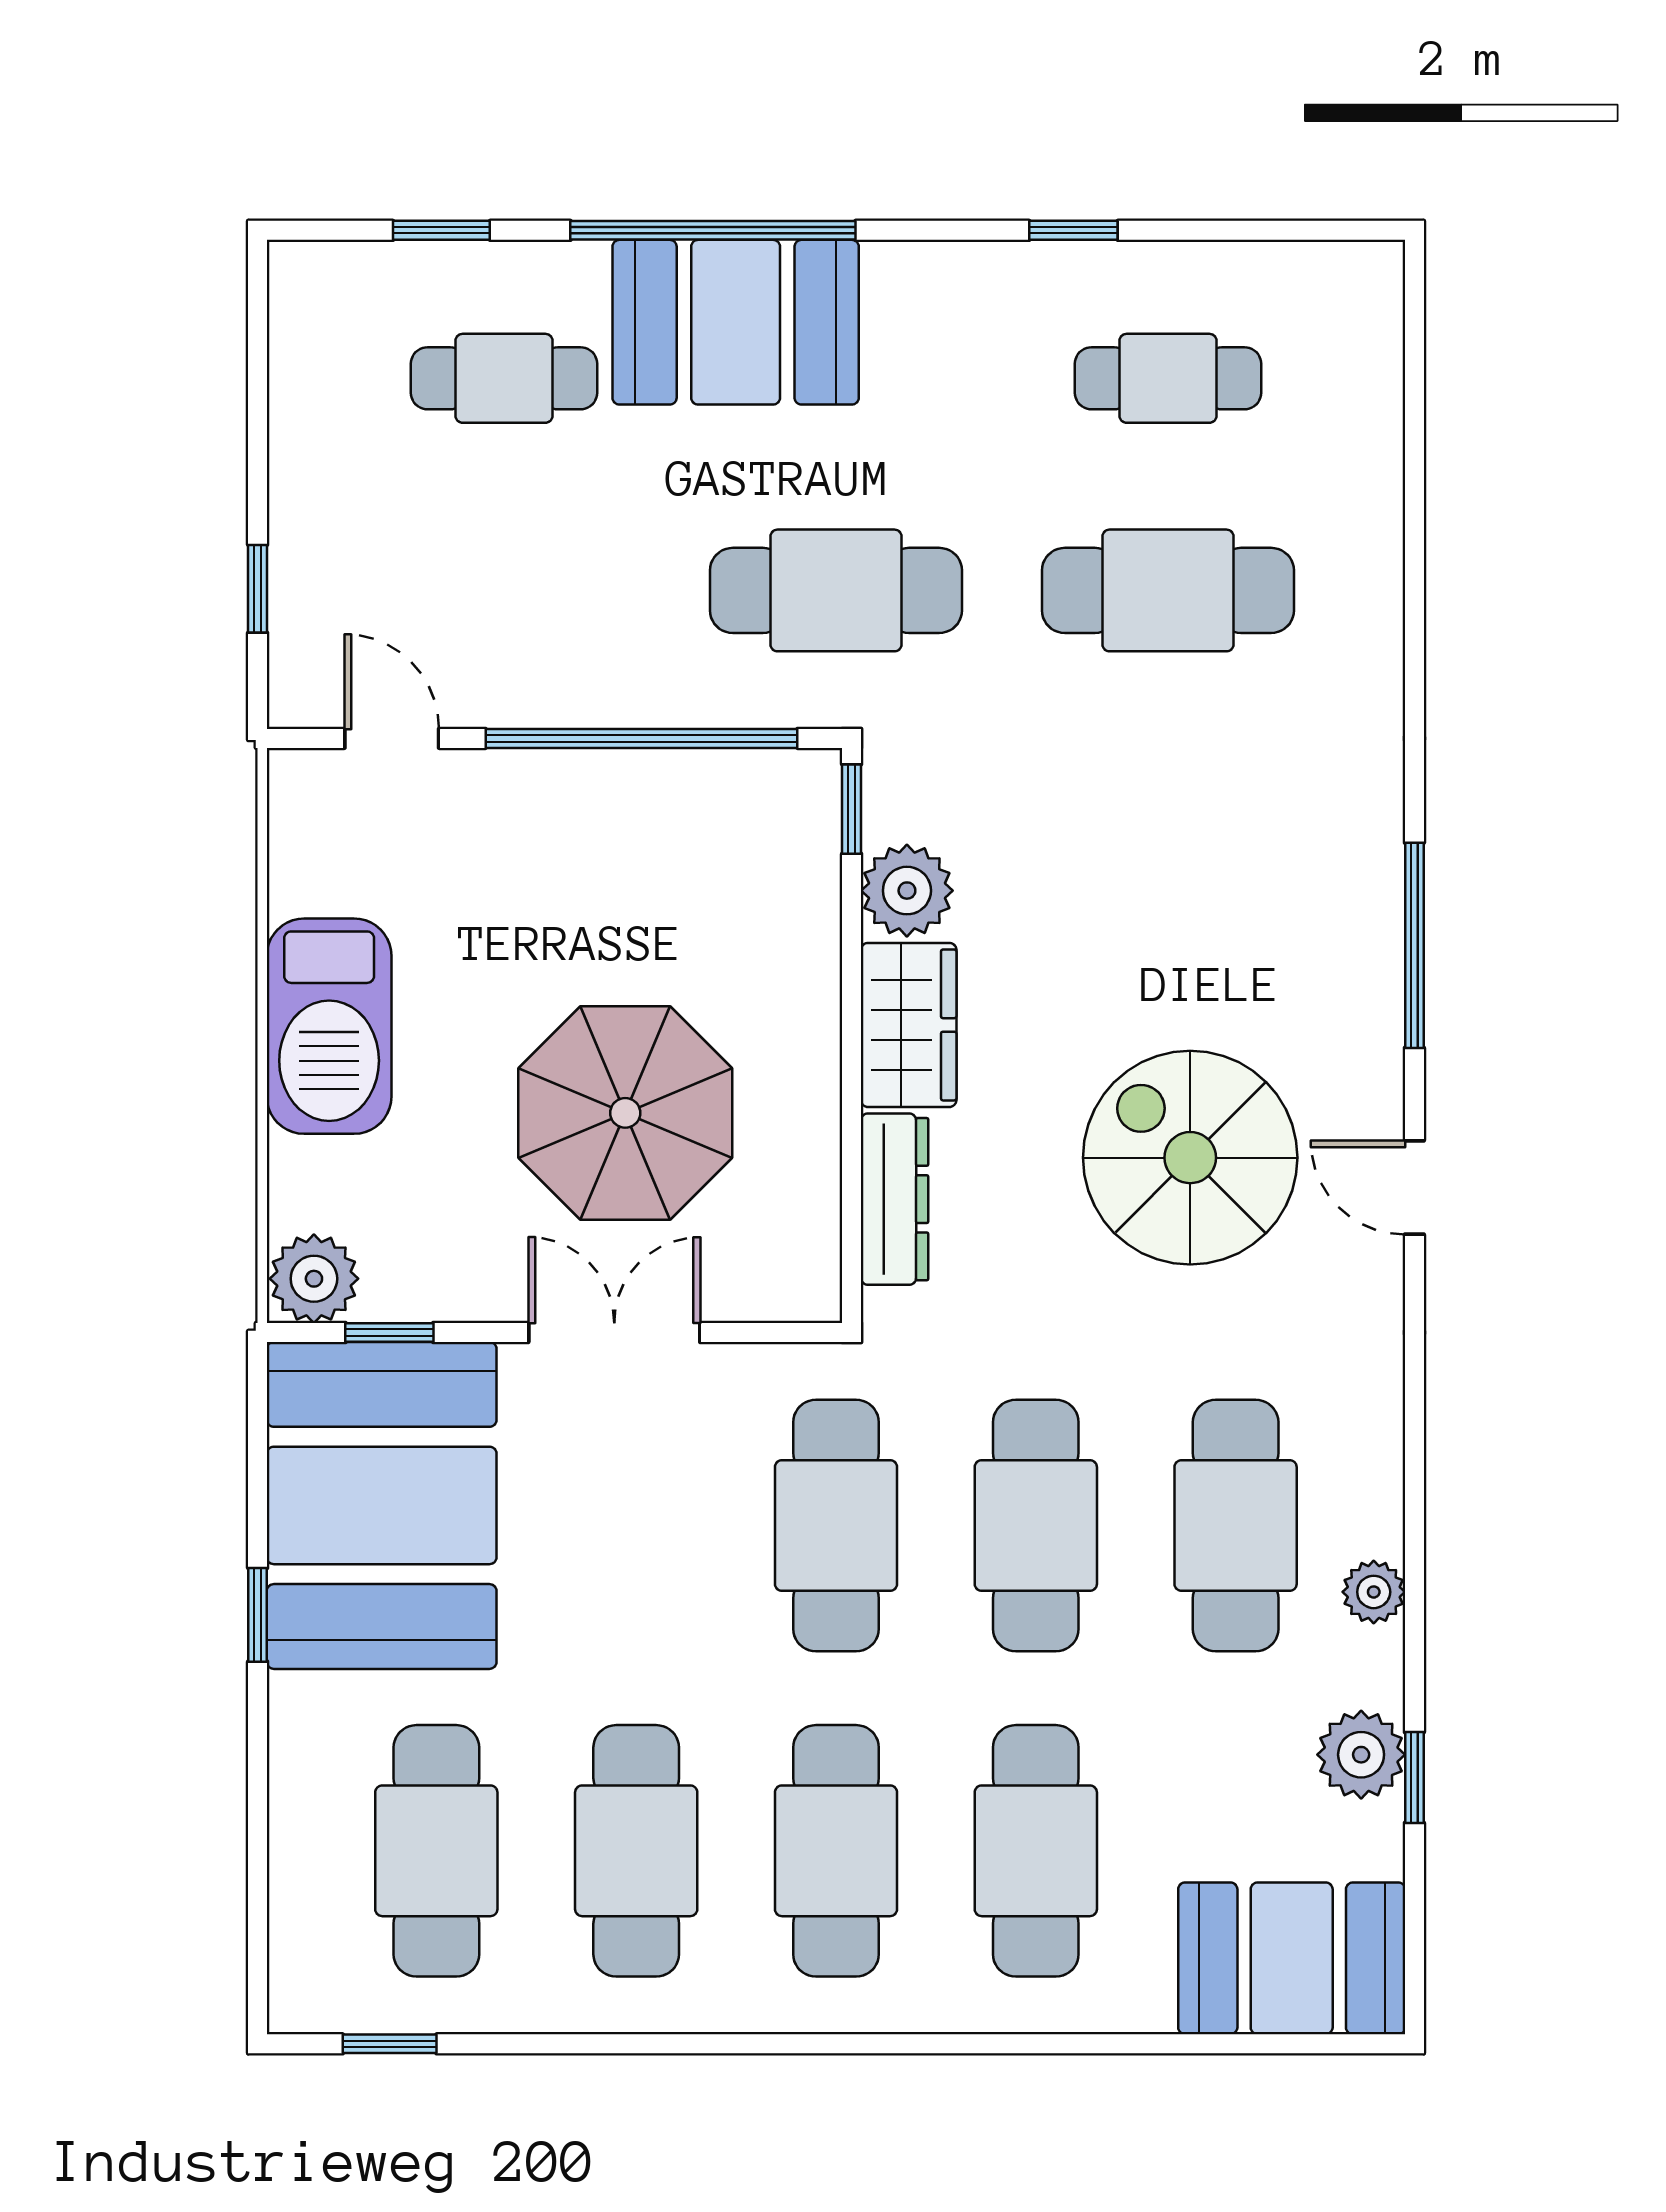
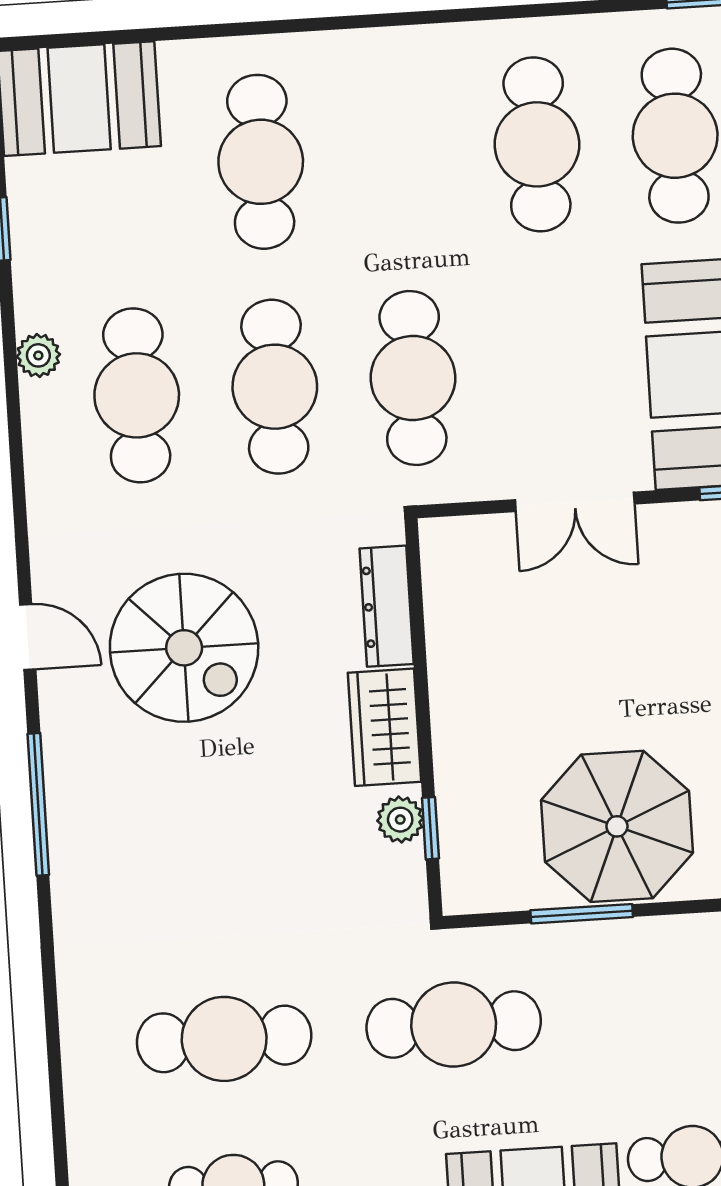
window: (642, 738) -> (582, 914), width x0.47
window: (852, 809) -> (430, 828), moved
plant: (907, 891) -> (400, 820), width x0.73, depth x0.73
parasol: (625, 1113) -> (617, 826), moved
plant: (1361, 1755) -> (40, 242), removed
cafe table: (836, 1851) -> (399, 153), removed

